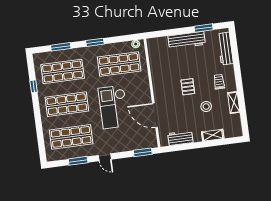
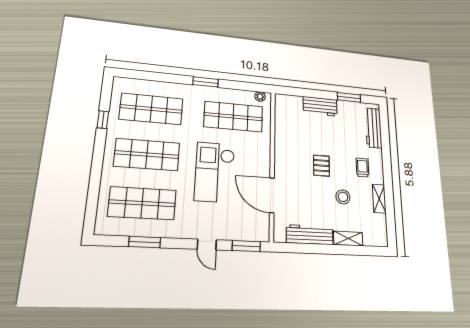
workbench: (187, 40) -> (320, 106), width x0.73
window: (61, 47) -> (157, 77), removed
workbench: (180, 138) -> (310, 235), width x1.38
door: (105, 157) -> (207, 244), moved

